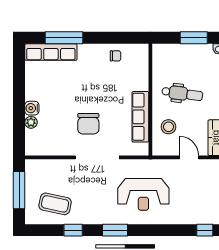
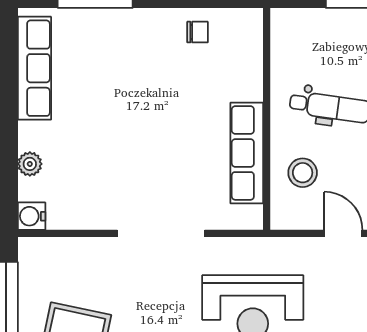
row of seats: (51, 52) -> (34, 68), moved, turned -90
water cooler: (32, 108) -> (32, 216), moved
chair: (88, 124) -> (144, 167), removed

